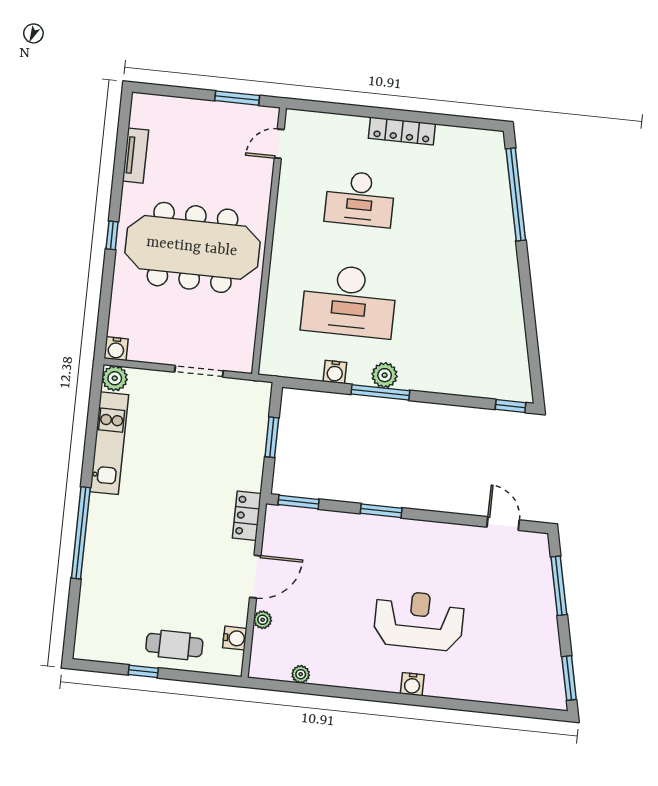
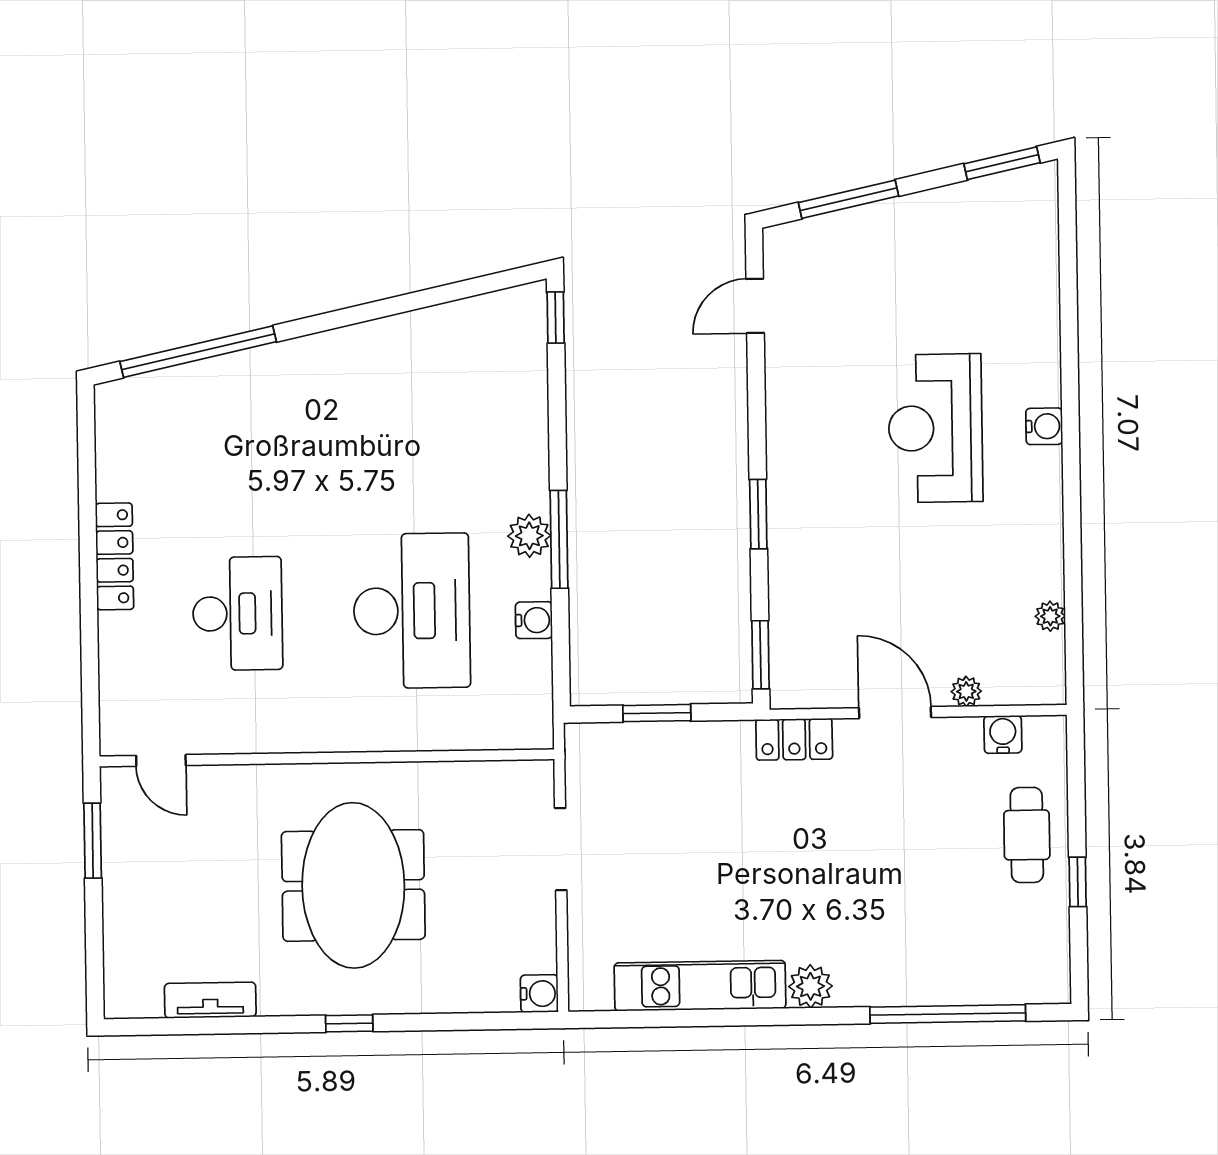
meeting table: (192, 247) -> (353, 885), width x0.73
plant: (115, 378) -> (811, 986), moved
window: (81, 533) -> (948, 1014), moved

